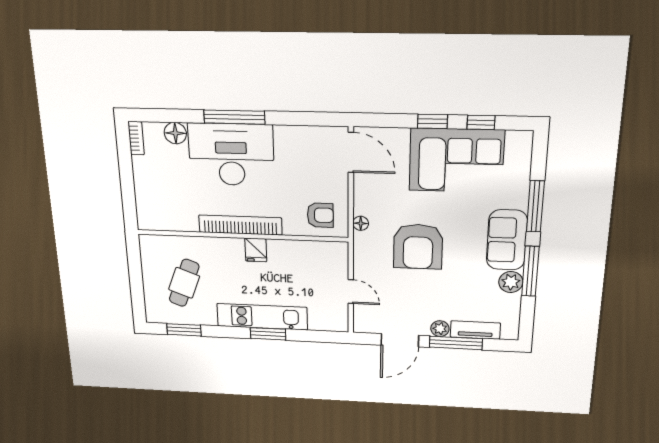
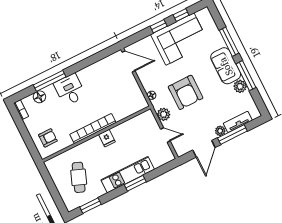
window: (234, 117) -> (50, 81), moved
desk: (231, 155) -> (70, 90), width x0.53, depth x0.77
armchair: (320, 215) -> (48, 138), moved
plant: (365, 261) -> (164, 114), added

